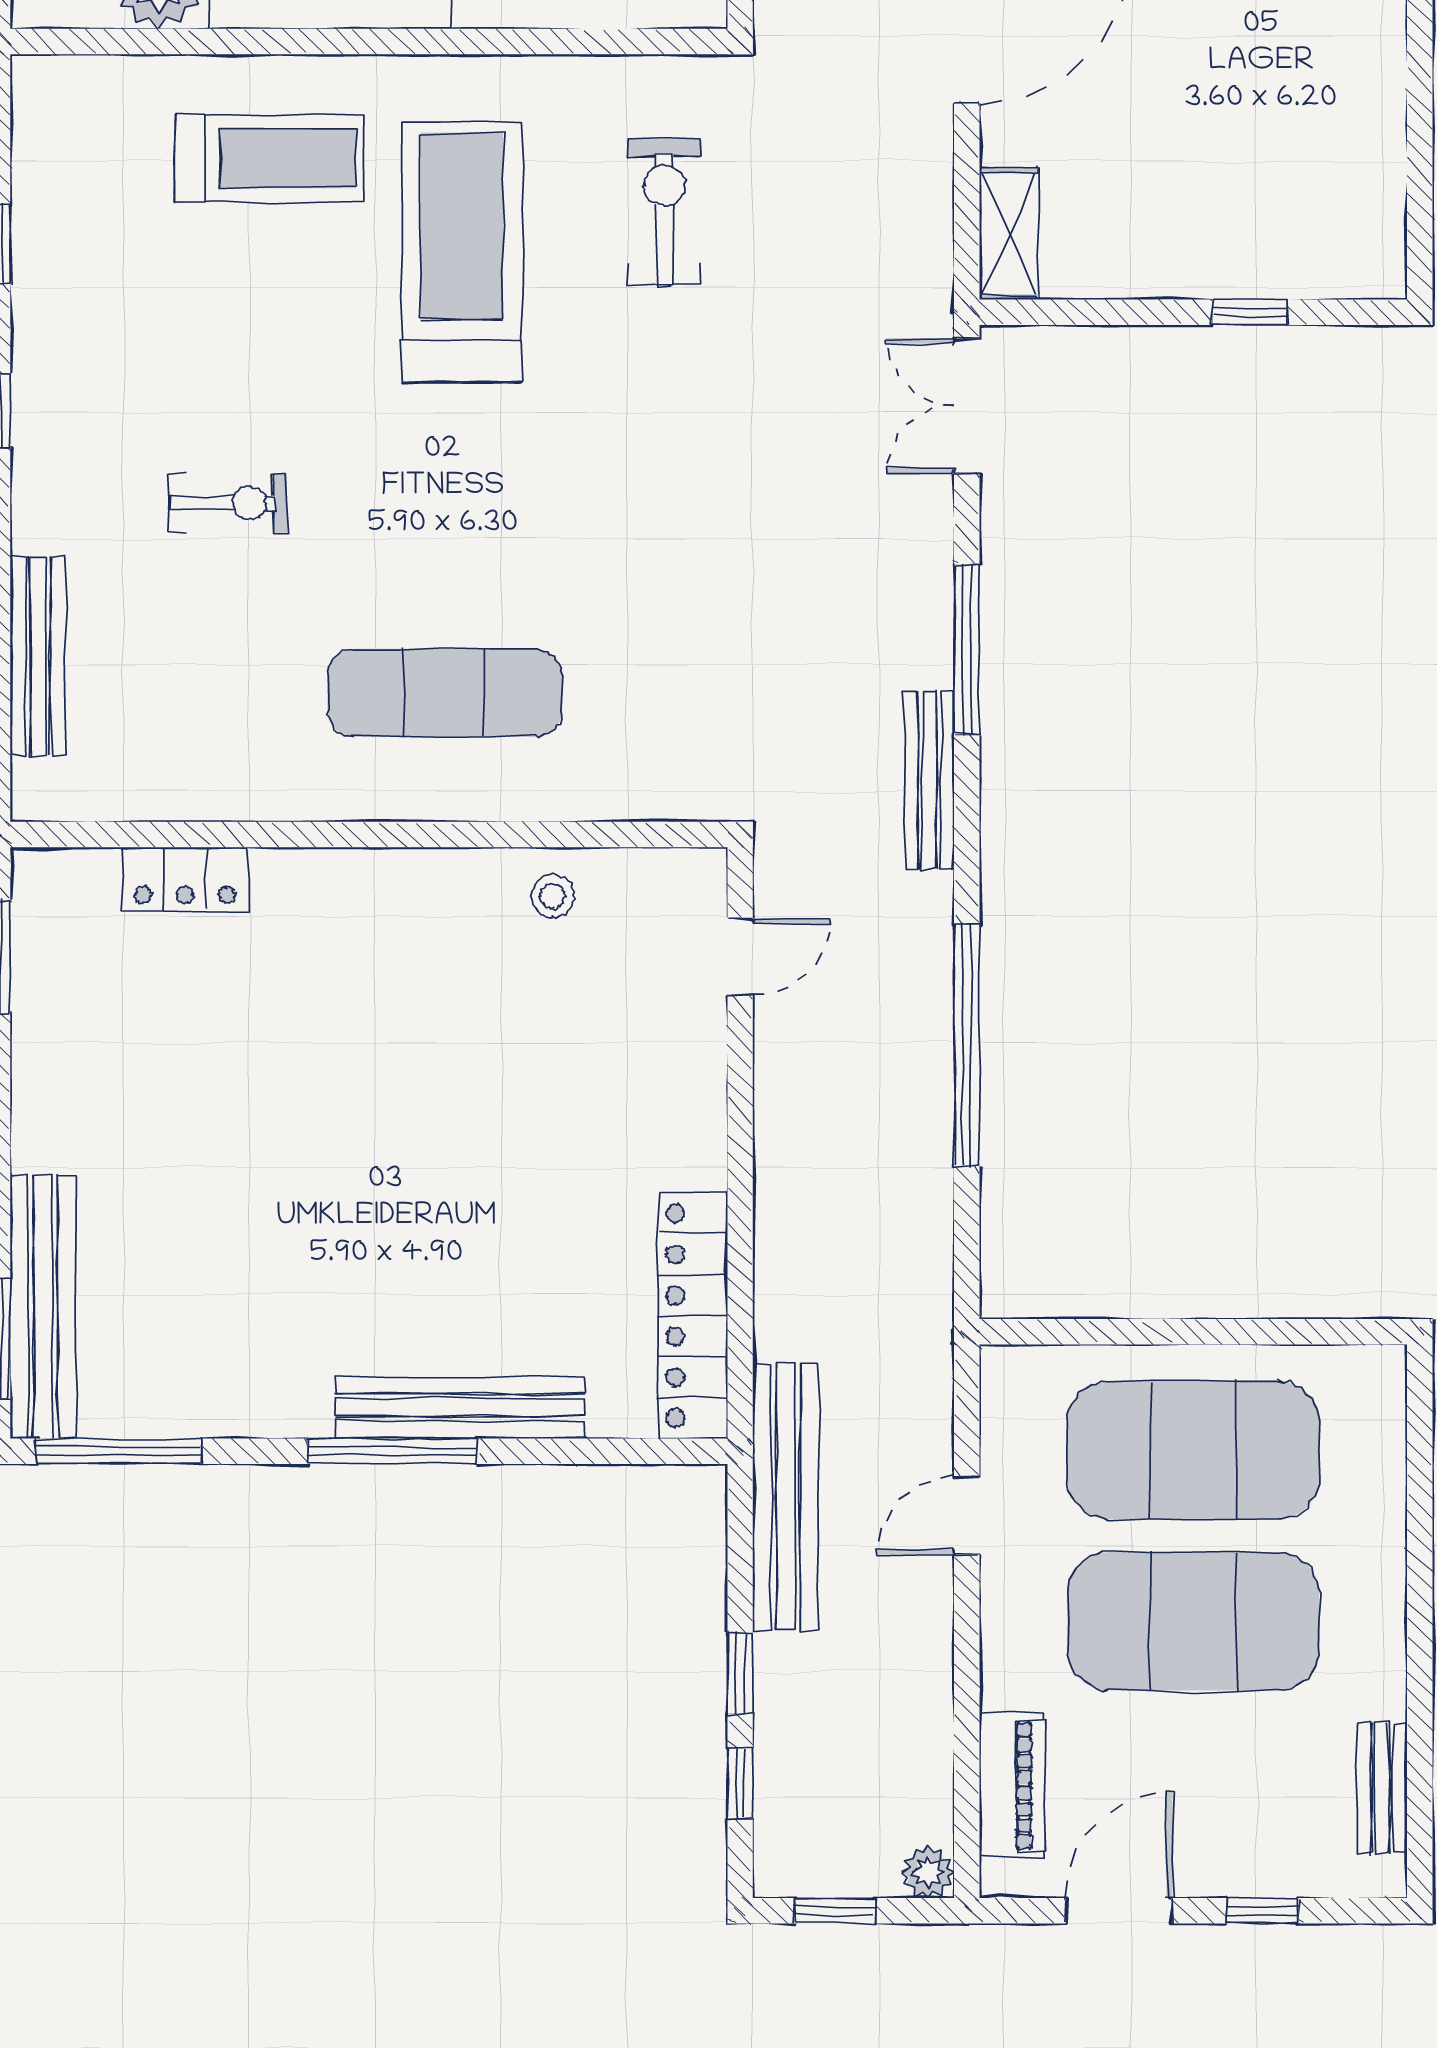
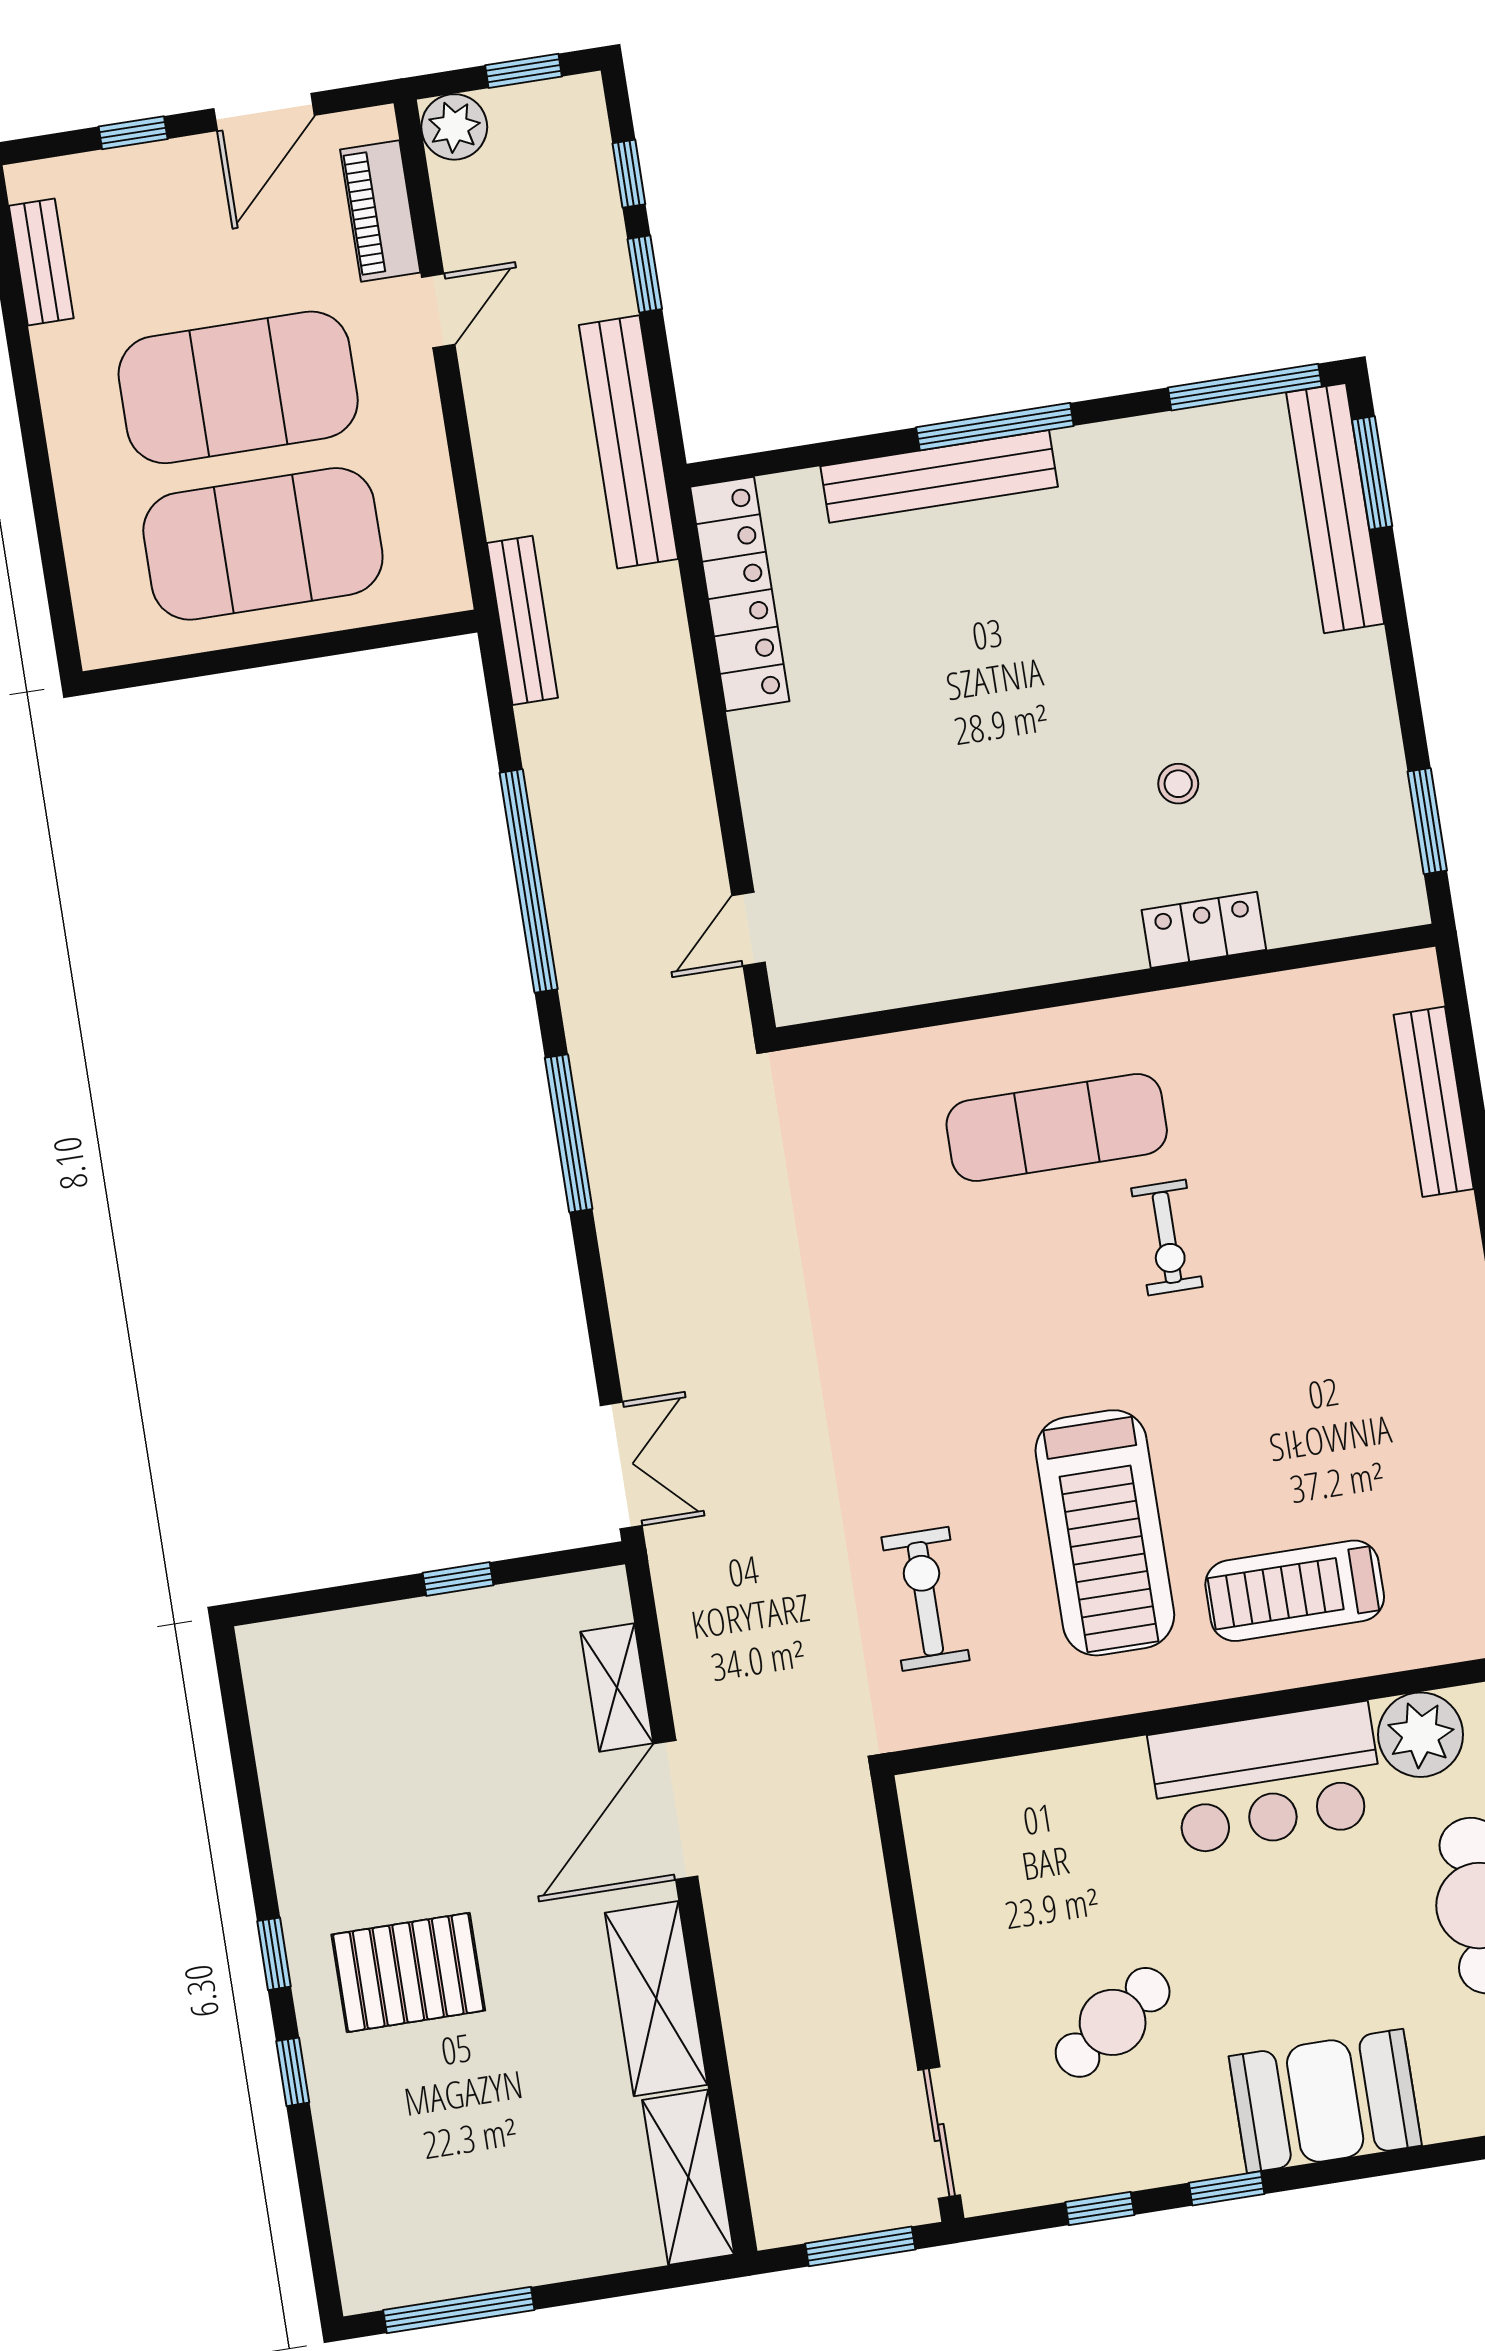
exercise bike: (664, 212) -> (925, 1599), turned 180
shelving: (1009, 234) -> (617, 1687), moved
window: (1250, 312) -> (458, 1579), moved
exercise bike: (228, 503) -> (1167, 1238), moved, turned -90
window: (967, 649) -> (569, 1133), moved
bench: (929, 780) -> (522, 620), moved
locker: (185, 879) -> (1204, 930), moved
stool: (553, 896) -> (1178, 784), moved
door: (967, 1516) -> (438, 311), moved
plant: (928, 1872) -> (454, 127), width x1.38, depth x1.38

